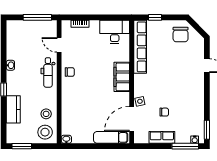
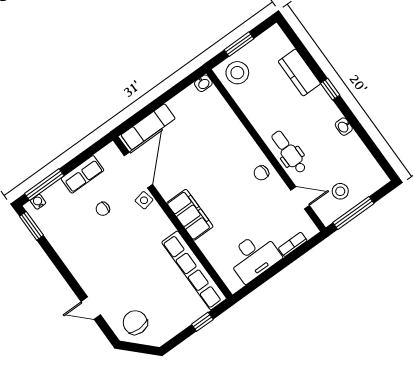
desk: (115, 32) -> (254, 257), moved
chair: (181, 35) -> (135, 322), moved
stool: (46, 114) -> (340, 191), moved
window: (22, 146) -> (239, 44), moved

